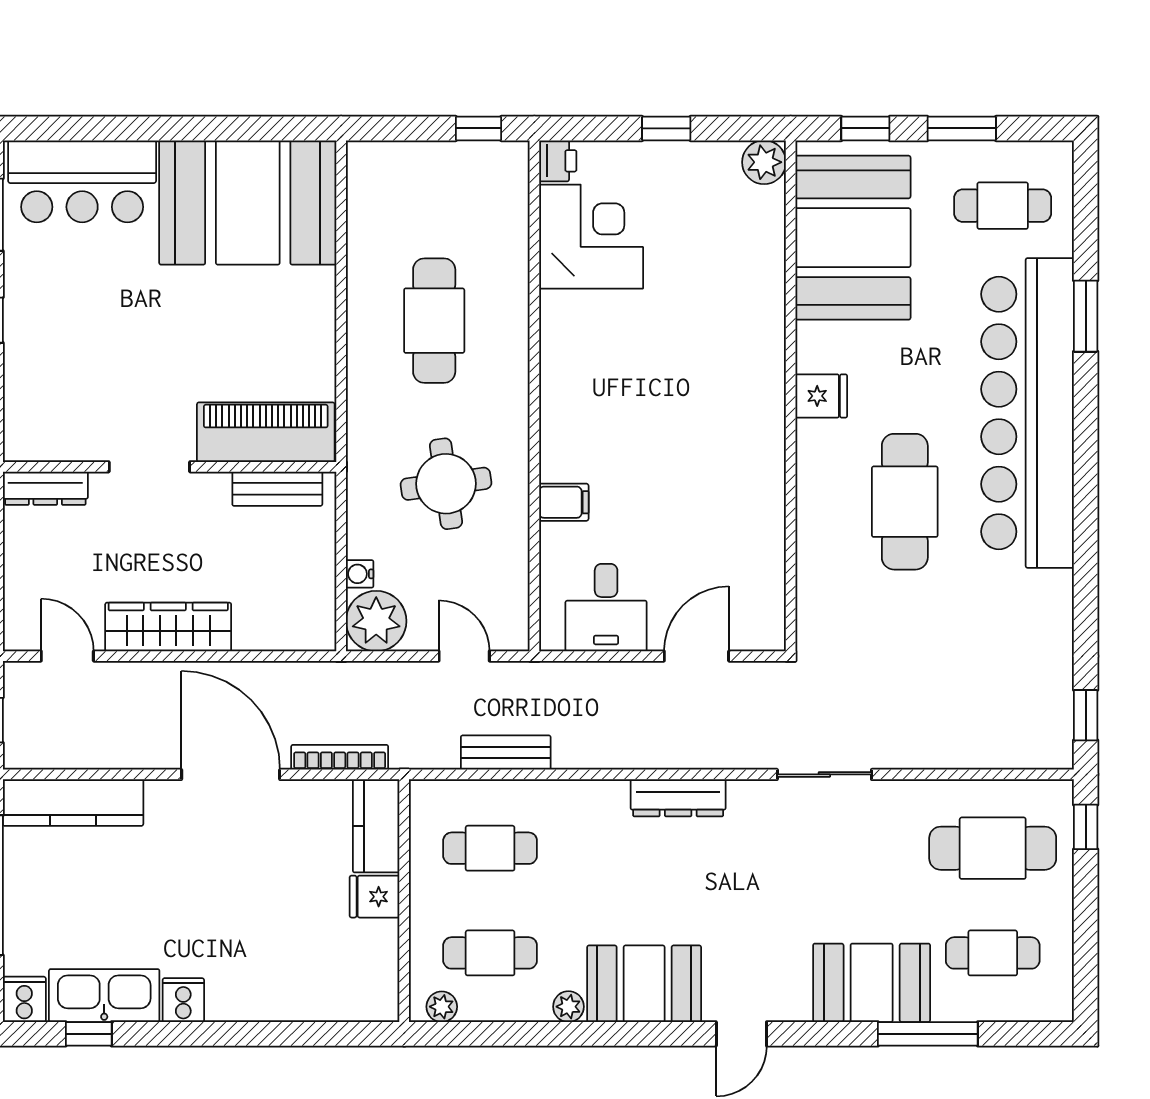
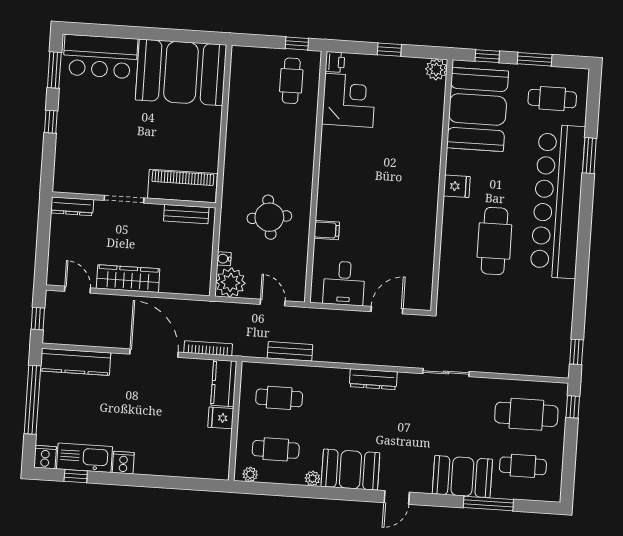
cafe table: (434, 321) -> (291, 81), moved, width x0.73, depth x0.74

